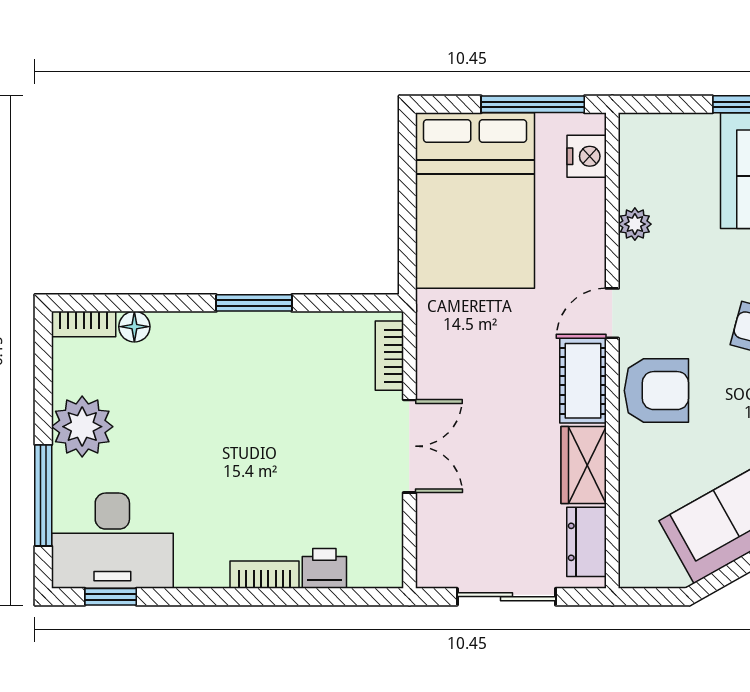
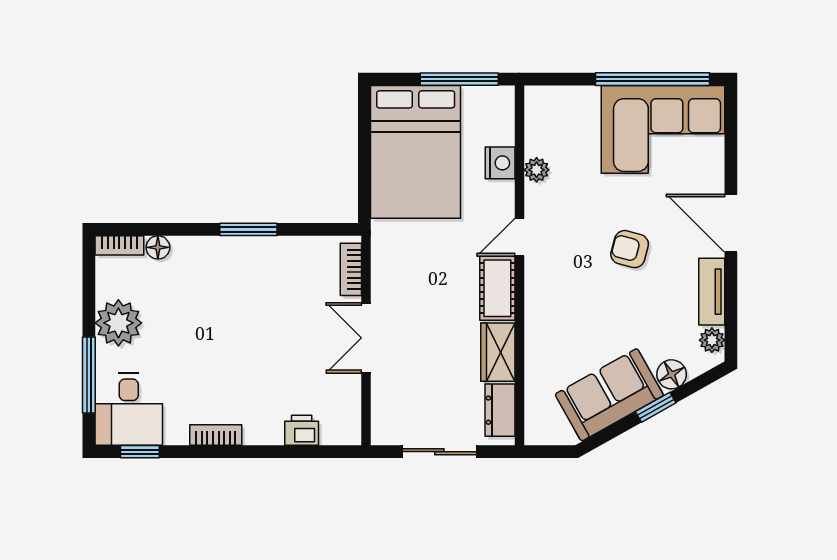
nightstand: (587, 156) -> (500, 163), moved
armchair: (656, 391) -> (553, 296), removed
double door: (409, 446) -> (366, 338), swing flipped
desk: (112, 541) -> (129, 409), width x0.73
bookcase: (265, 575) -> (216, 435), moved

